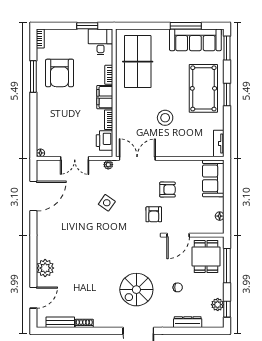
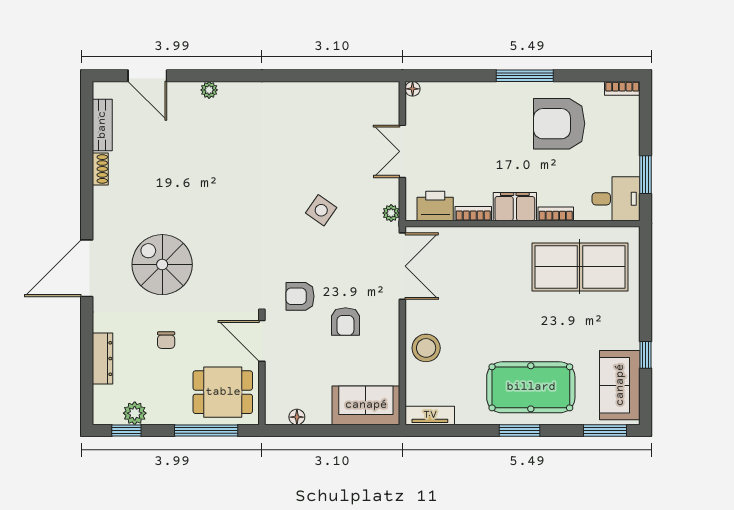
window: (186, 26) -> (646, 355), width x0.46
sofa: (195, 40) -> (620, 385), width x0.73
window: (33, 77) -> (525, 76), moved
stool: (165, 118) -> (426, 348), moved
door: (33, 196) -> (334, 76), removed
plant: (45, 268) -> (209, 90), width x0.53, depth x0.53

